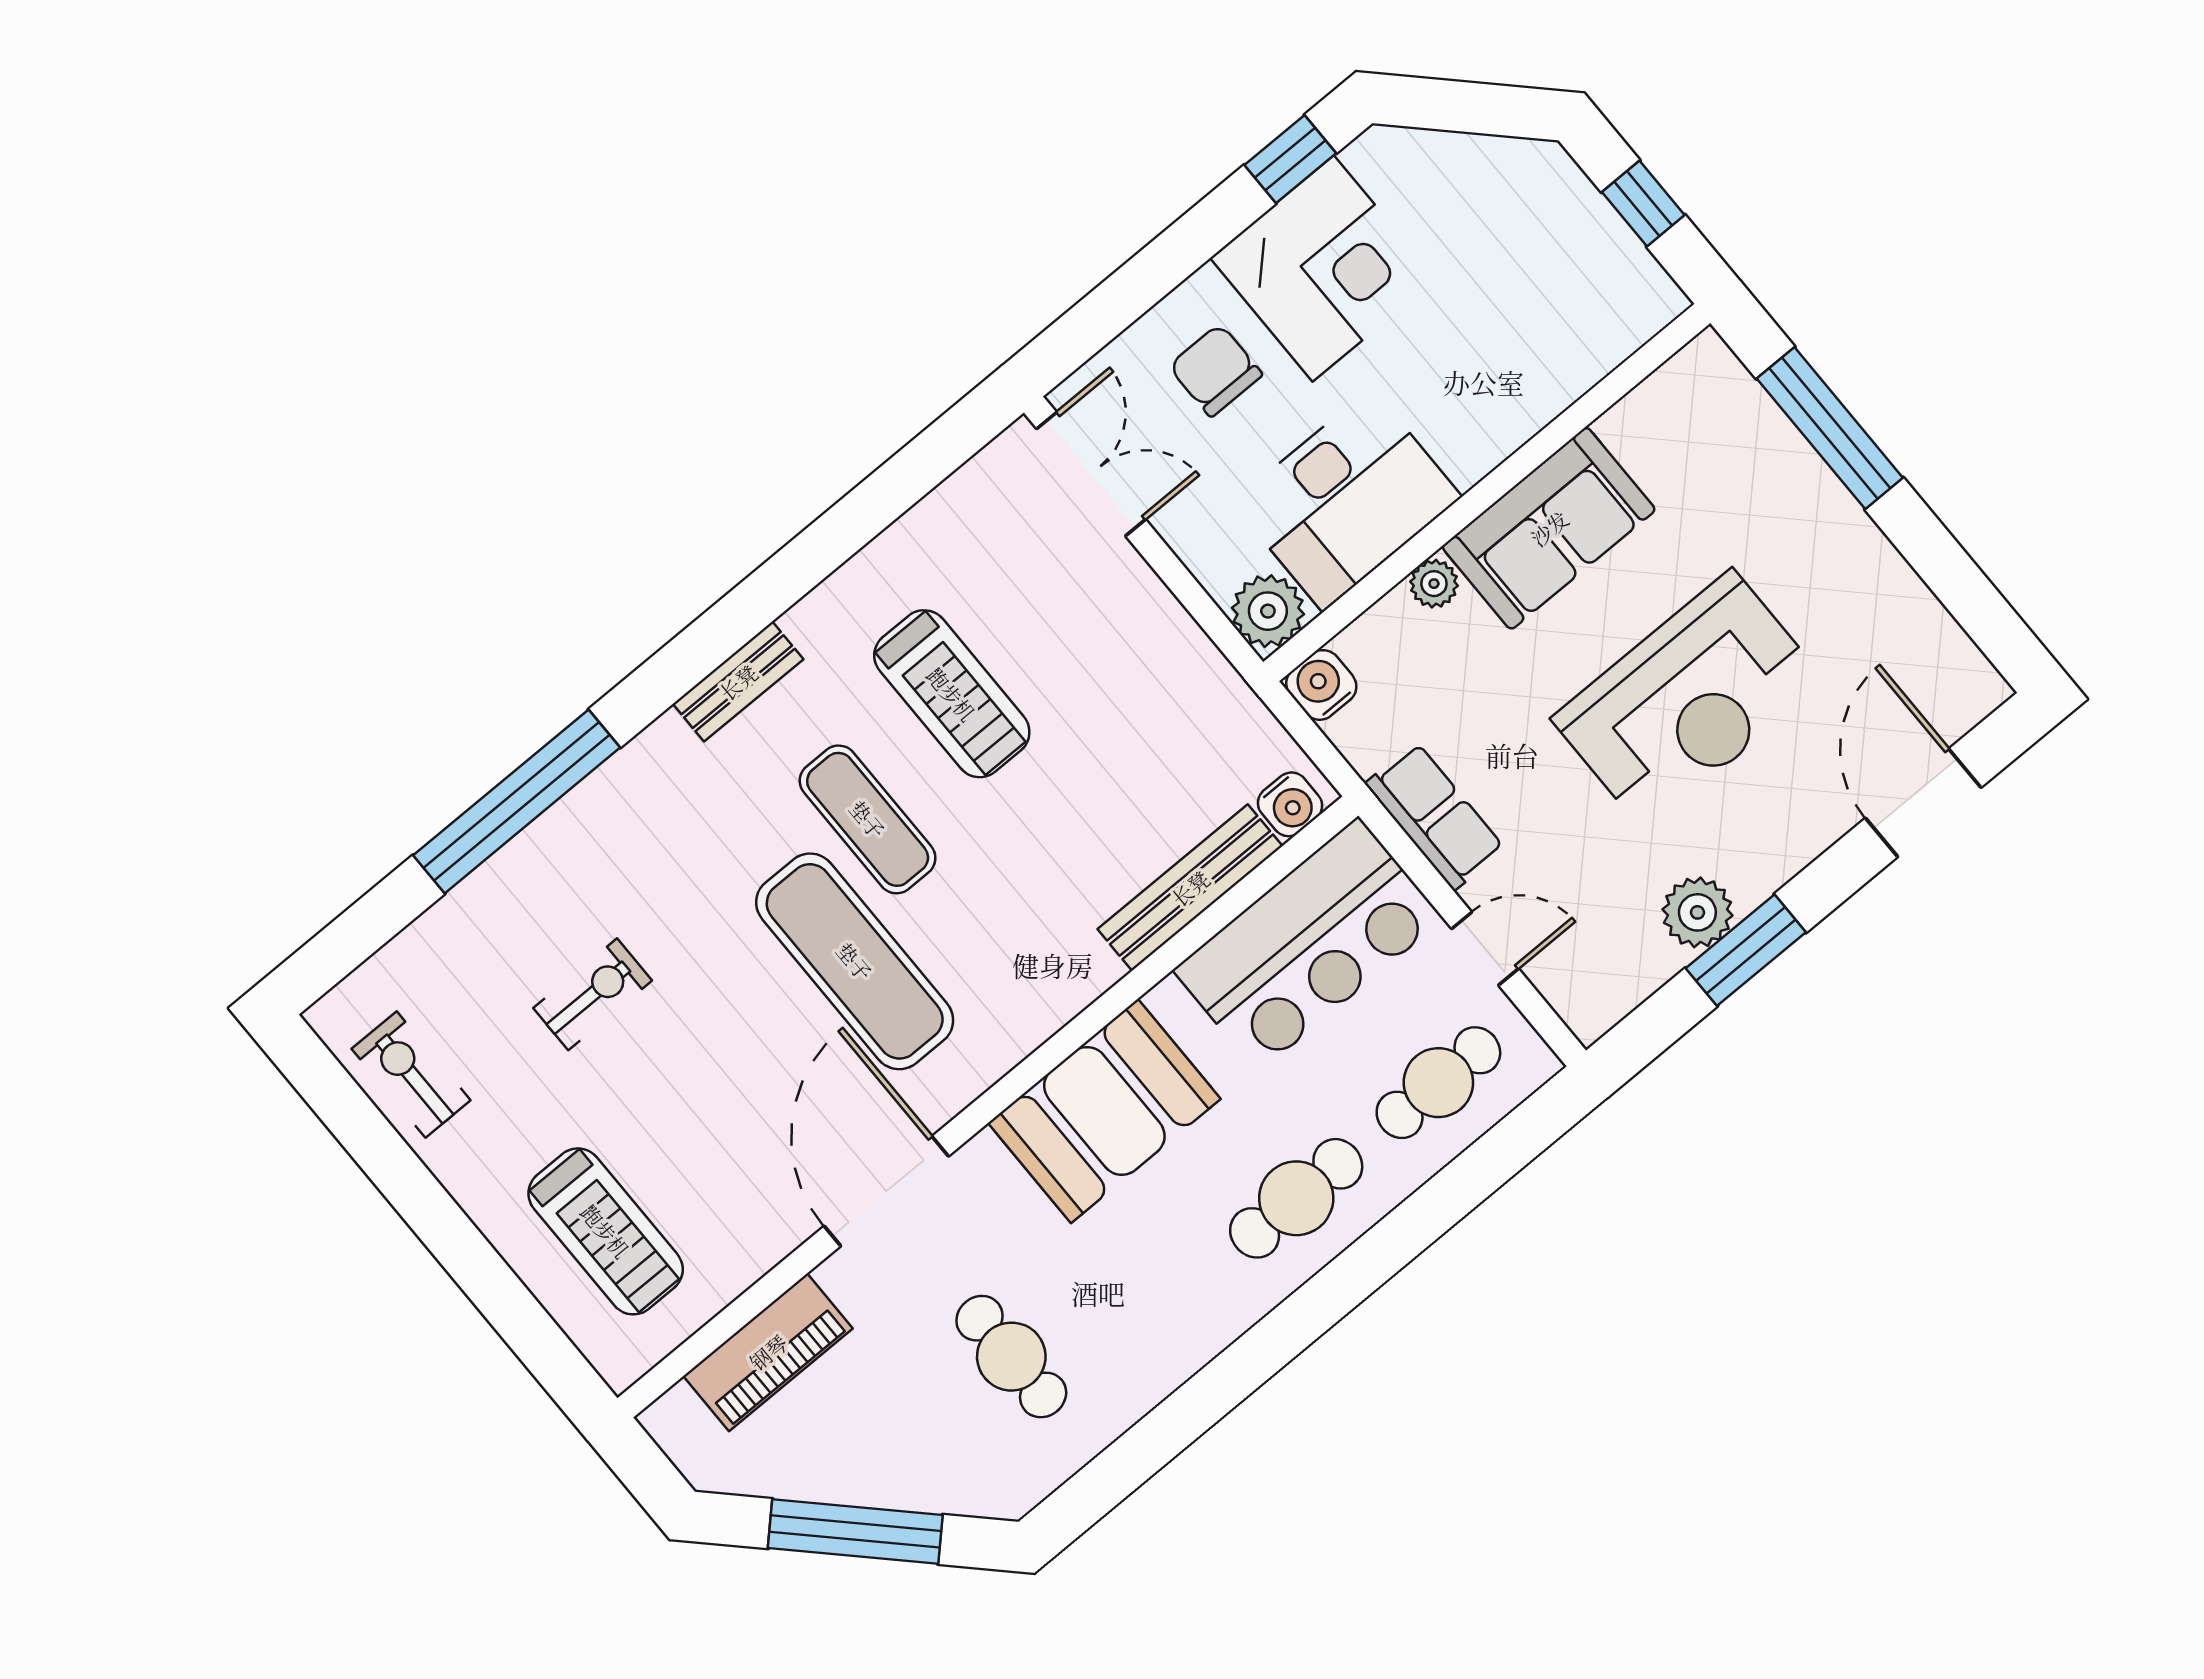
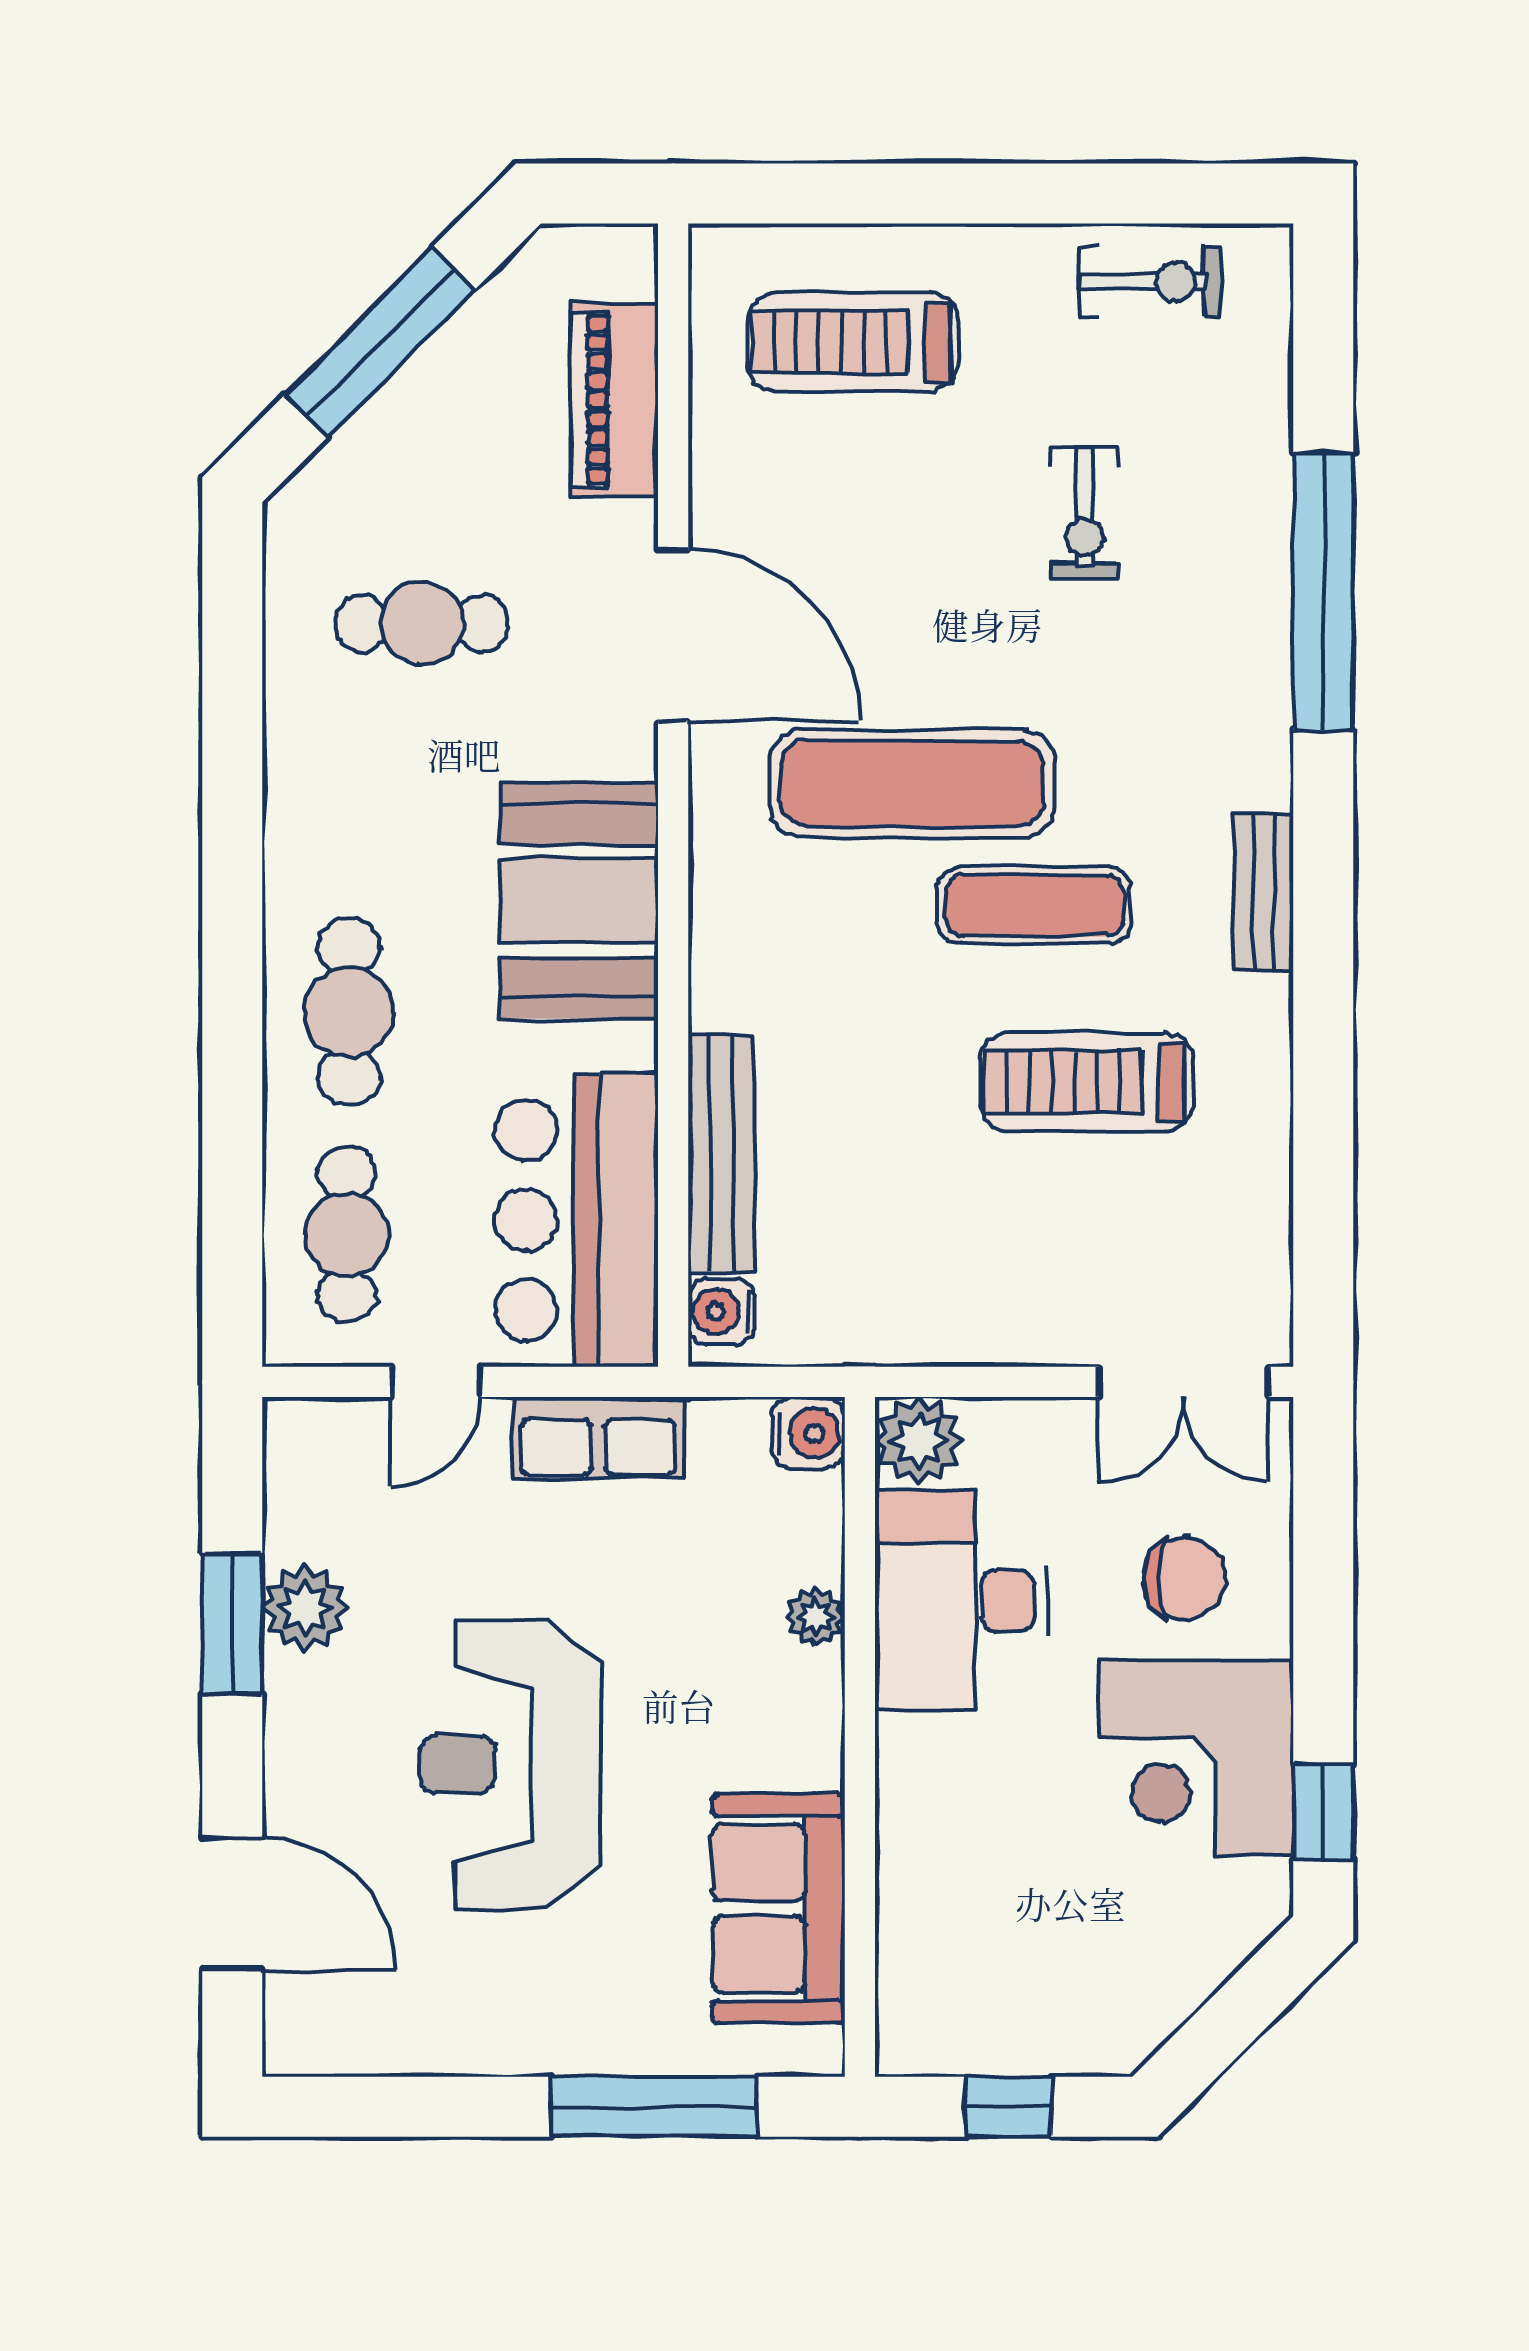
sofa: (1549, 528) -> (779, 1908), moved

